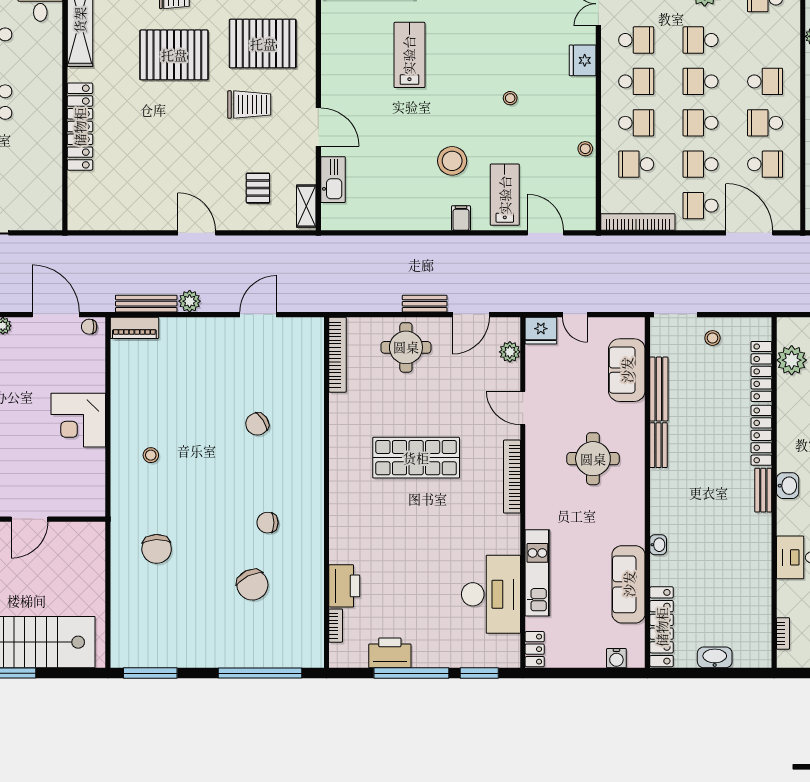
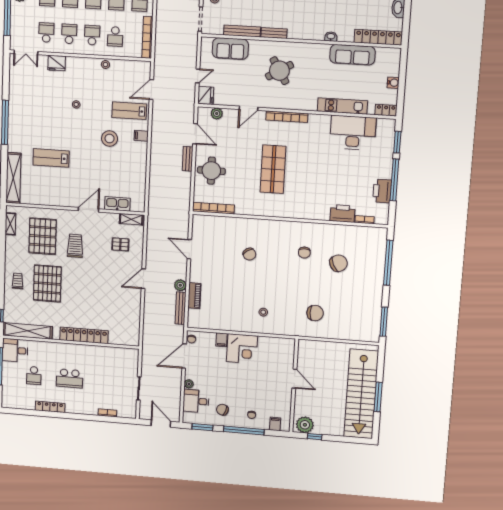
piano: (134, 328) -> (194, 296), moved
filing cabinet: (92, 382) -> (221, 340), added
round table: (593, 459) -> (279, 71), turned -31
water cooler: (616, 658) -> (393, 83), moved

